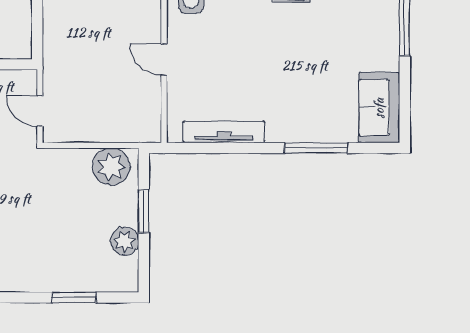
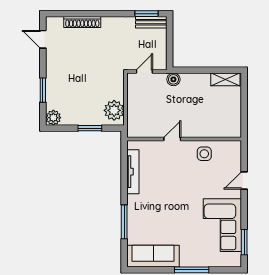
boiler: (54, 57) -> (173, 79), added
sofa: (379, 108) -> (153, 256), width x1.36
plant: (125, 241) -> (53, 118), moved

